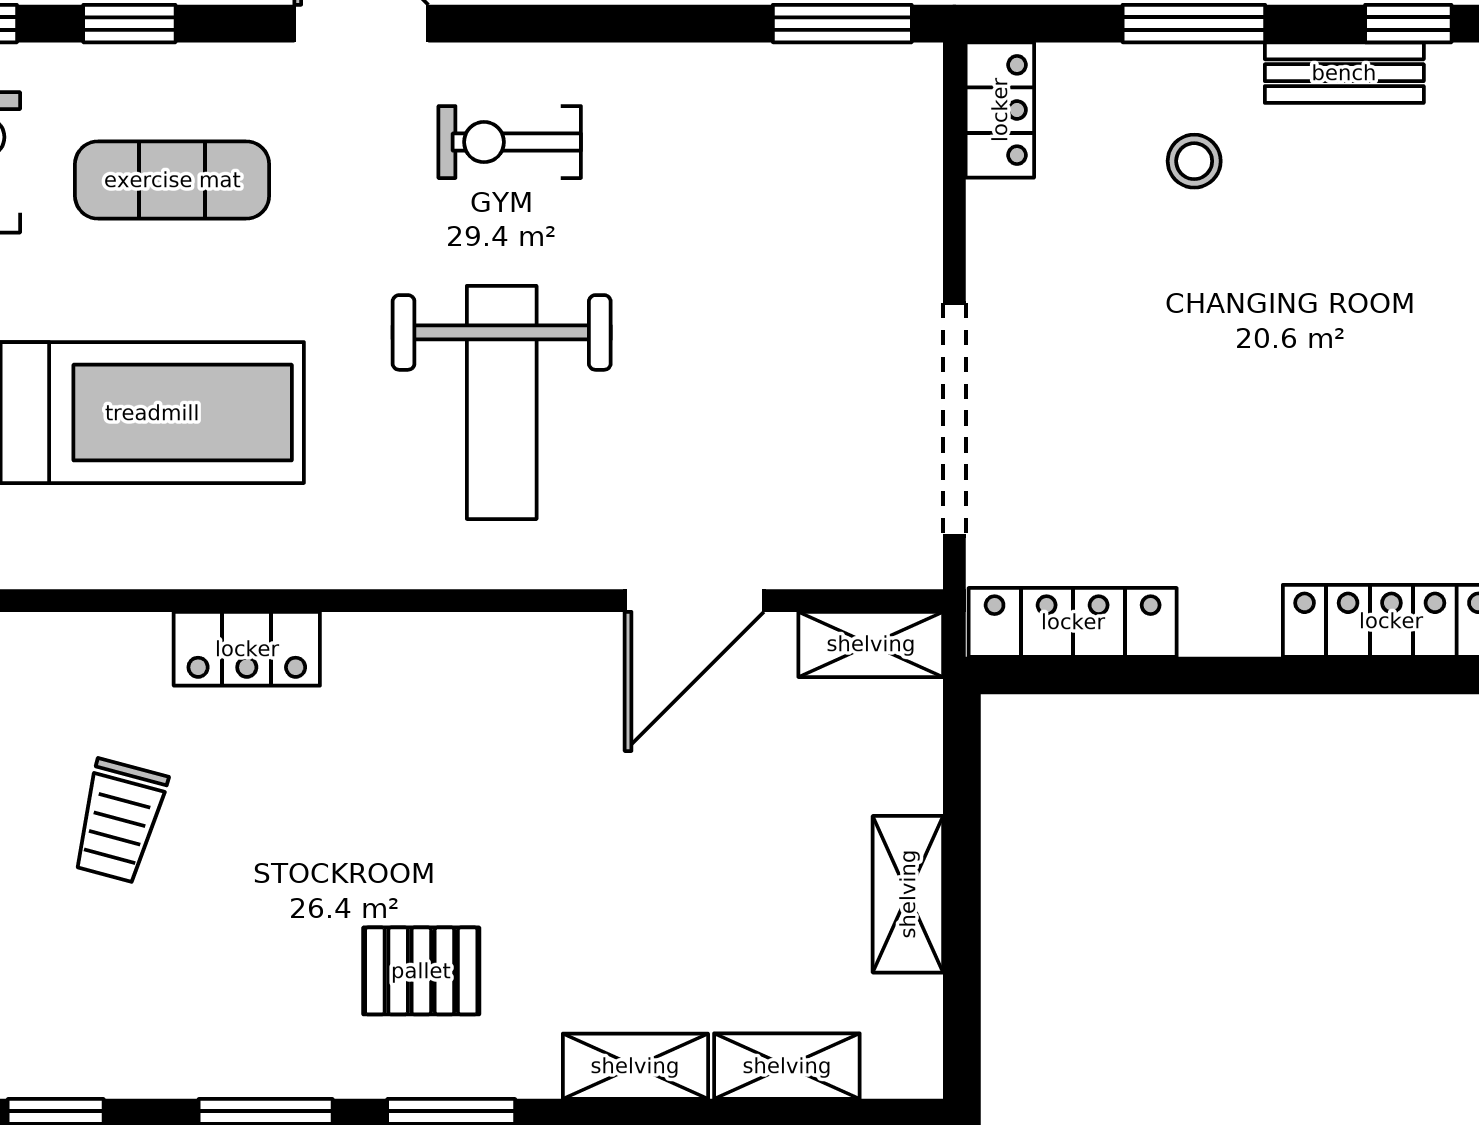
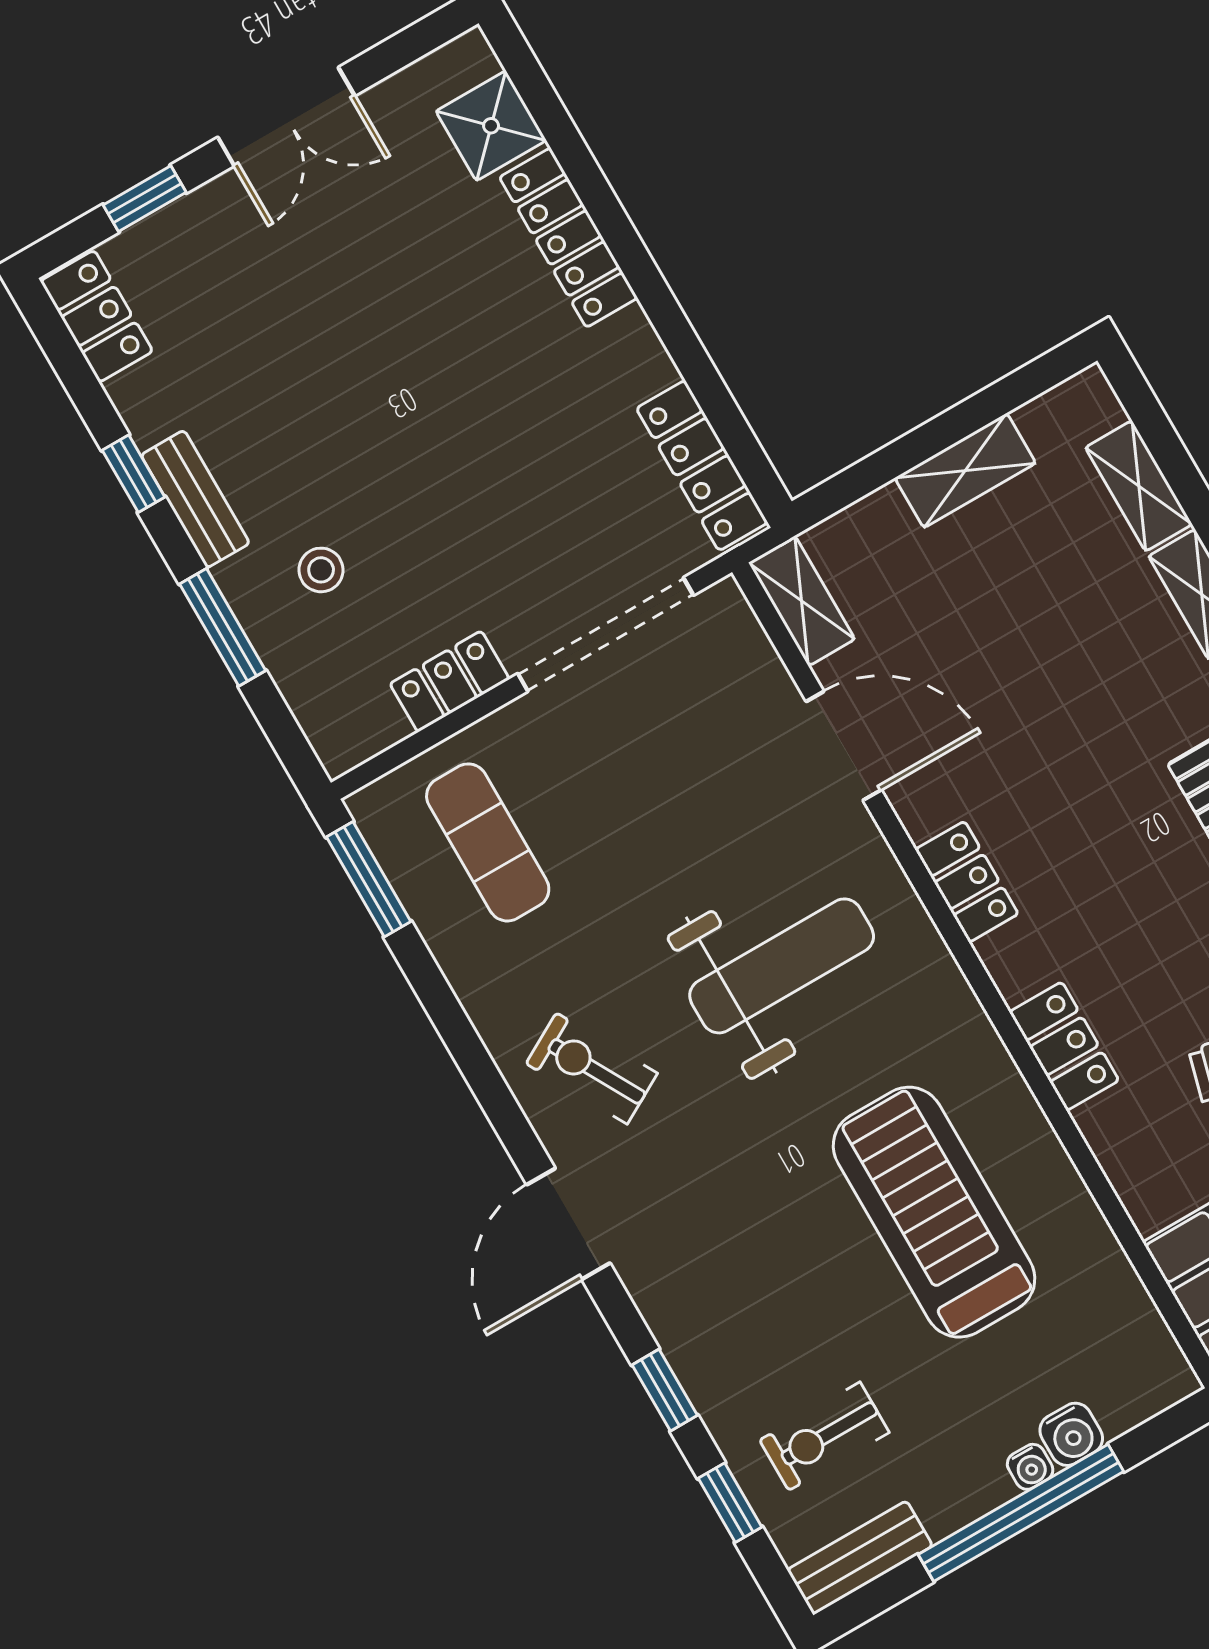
locker: (1000, 110) -> (450, 681), moved
exercise bike: (510, 142) -> (592, 1068), turned 151
exercise mat: (172, 180) -> (488, 842), moved
locker: (478, 647) -> (967, 882), added

